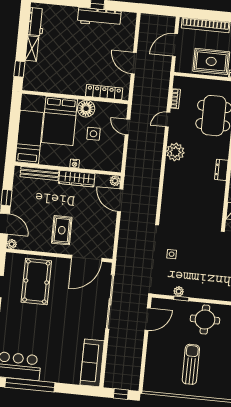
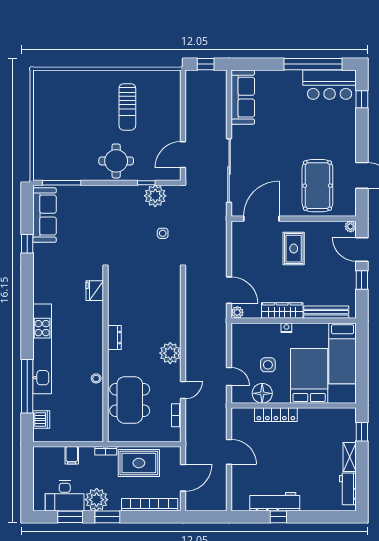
locker: (104, 92) -> (276, 415), moved
floor lamp: (86, 109) -> (262, 393), moved
plant: (179, 291) -> (155, 196), width x1.87, depth x1.87

